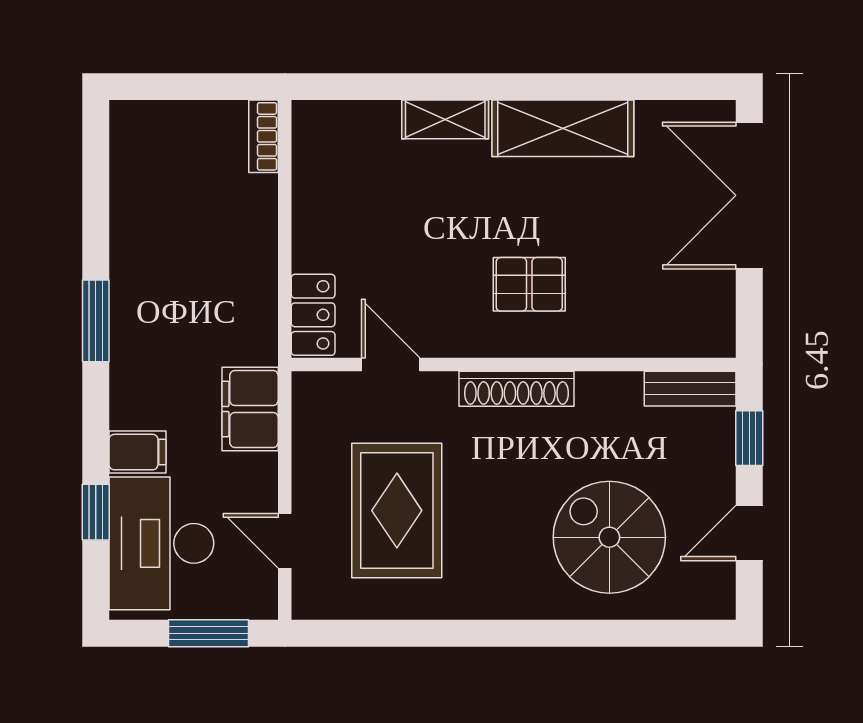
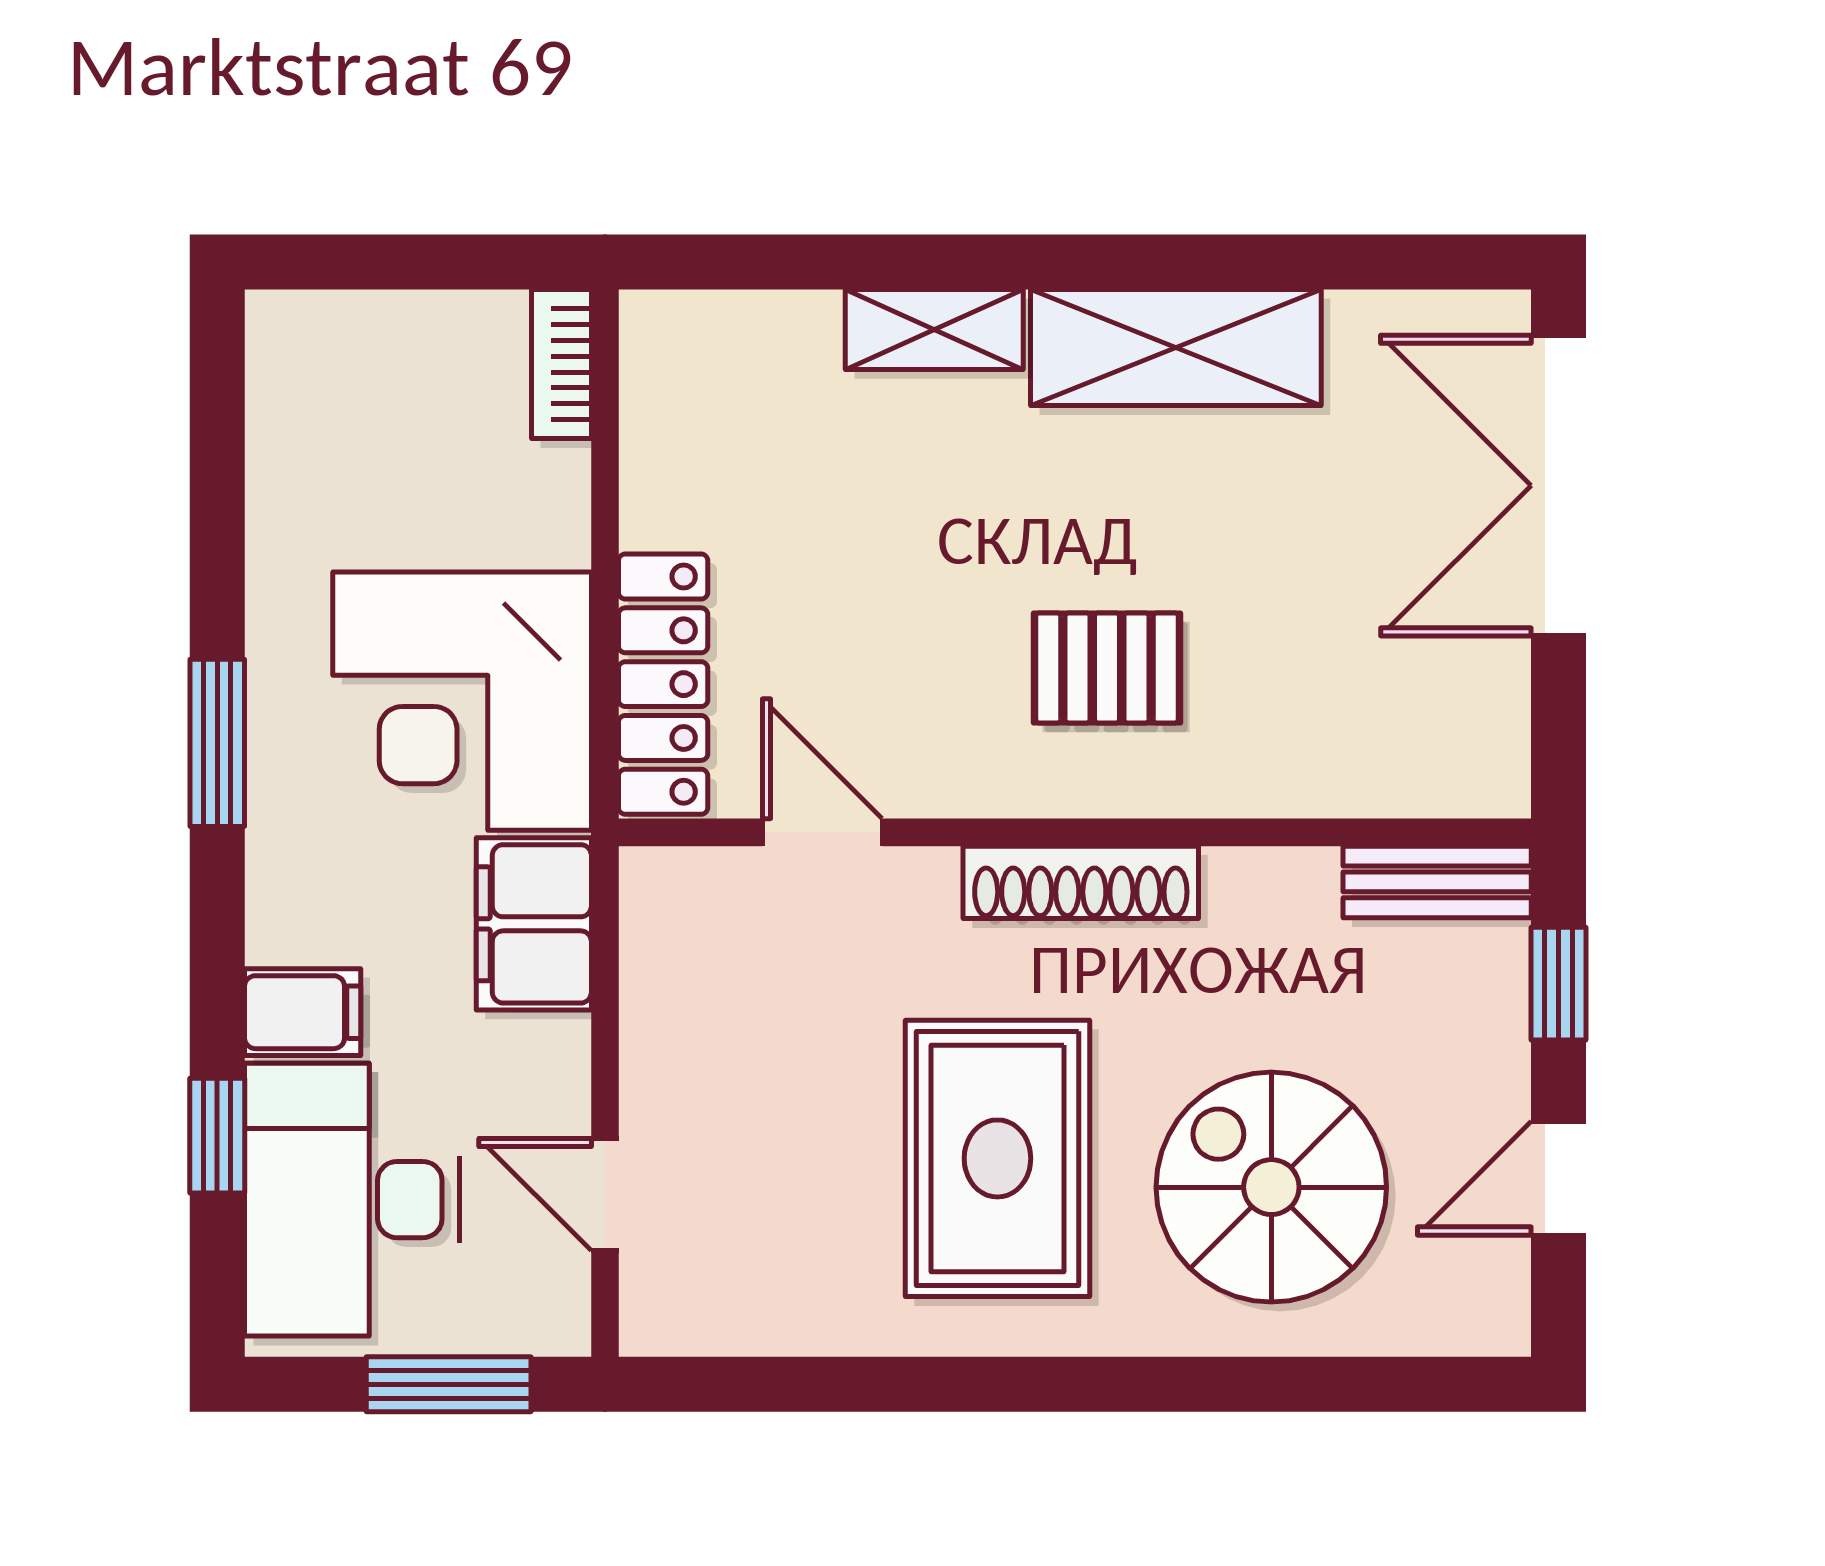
corner desk: (215, 300) -> (462, 701), added
locker: (313, 315) -> (663, 684), width x1.53
rug: (397, 511) -> (997, 1158), moved

